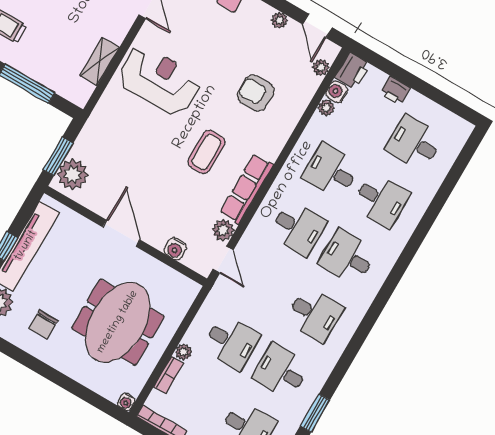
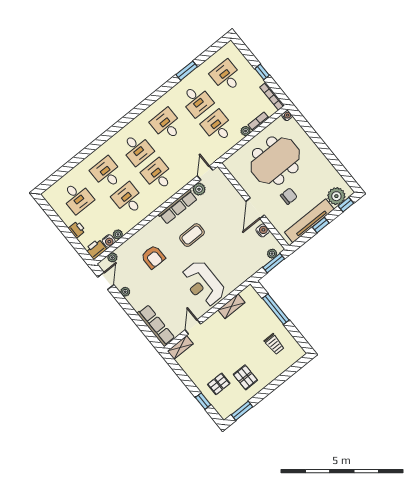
desk: (331, 171) -> (128, 199), turned 180
plant: (73, 174) -> (272, 254), width x0.53, depth x0.53
water cooler: (175, 249) -> (263, 230), moved
chair: (43, 324) -> (289, 196), moved

